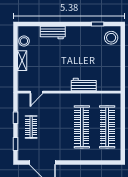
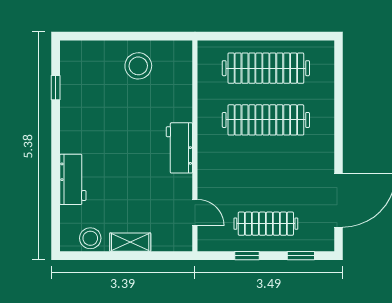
stool: (111, 38) -> (138, 66), moved
workbench: (84, 85) -> (179, 148), moved
clothes rail: (31, 127) -> (266, 224), width x1.36

